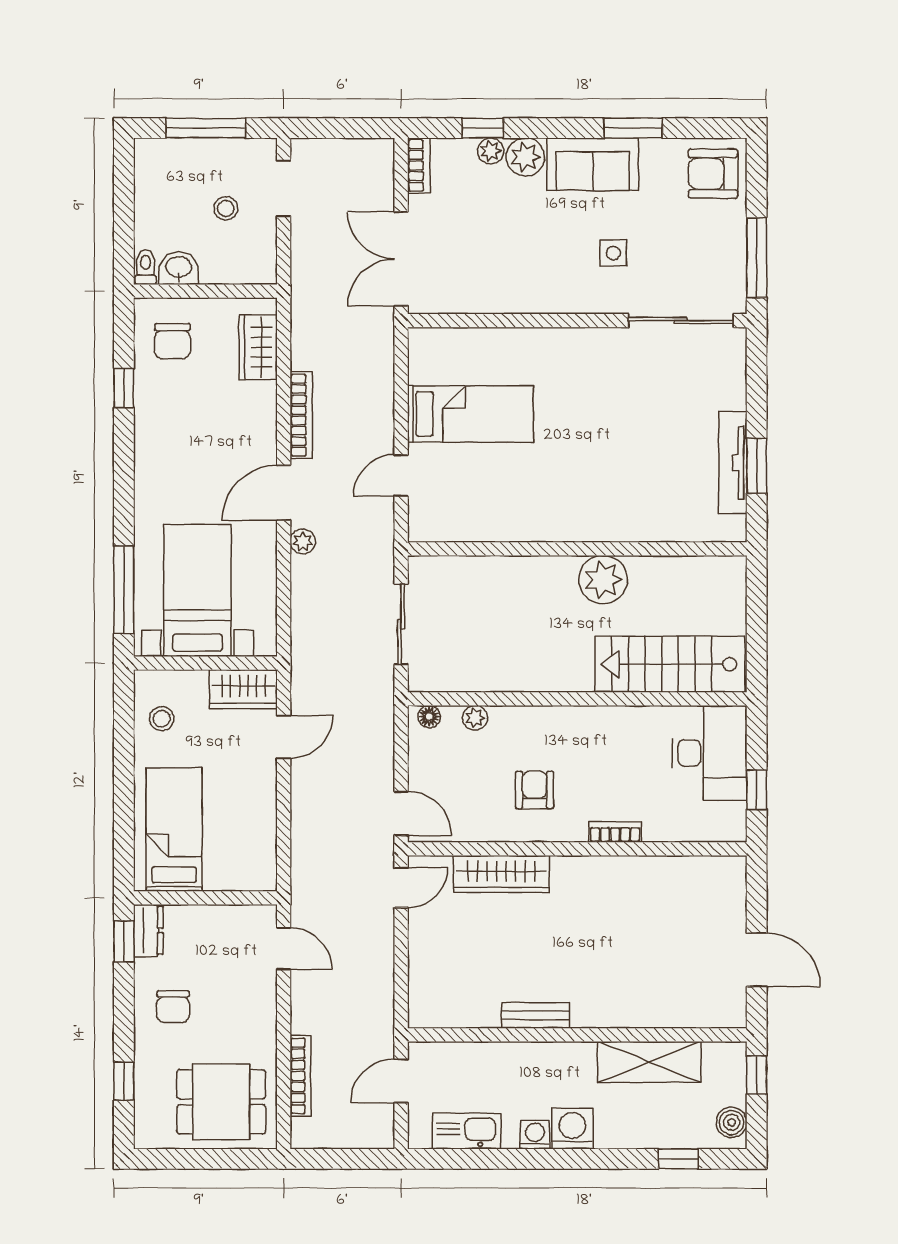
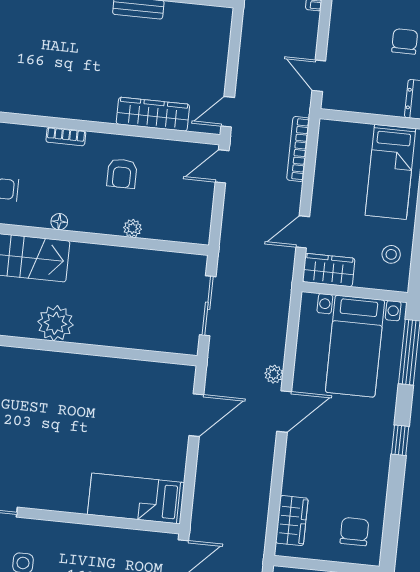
window: (124, 388) -> (400, 440), moved
bed: (471, 414) -> (136, 498), moved
bookcase: (301, 415) -> (298, 149), moved
door: (401, 476) -> (196, 415), width x1.38
floor lamp: (429, 717) -> (59, 222), moved
plant: (475, 718) -> (132, 228), moved
door: (401, 813) -> (222, 166), hinge flipped

